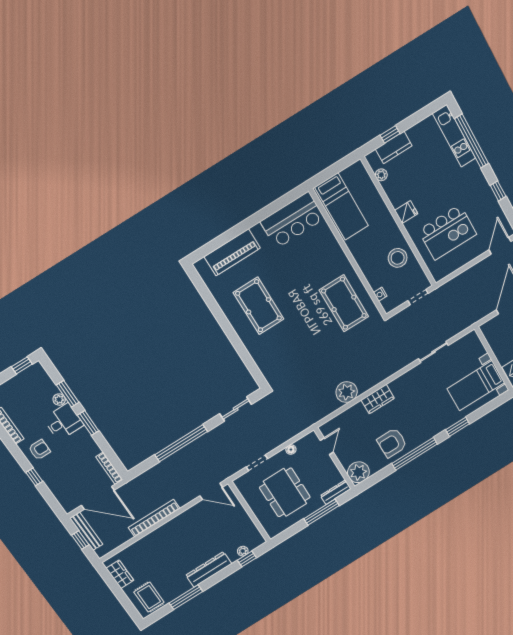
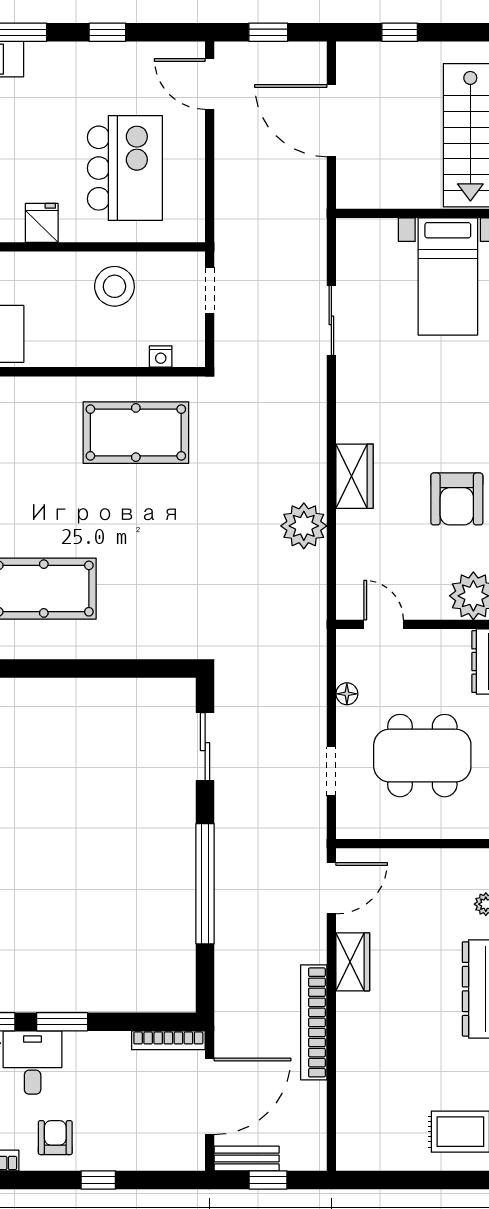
bench: (86, 531) -> (247, 1158), width x0.73
wardrobe: (120, 574) -> (353, 962), moved, turned 90

